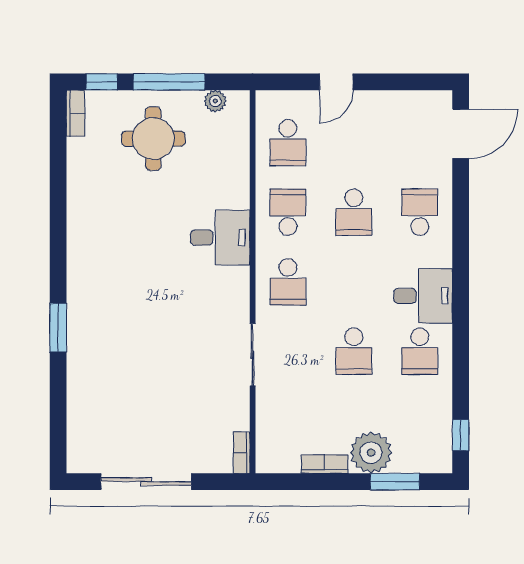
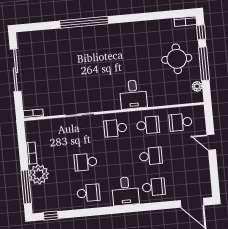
school desk: (354, 212) -> (151, 156), turned 180
desk: (423, 296) -> (125, 191), moved
window: (58, 328) -> (84, 22), width x2.11
school desk: (420, 351) -> (88, 193), turned 180
window: (395, 482) -> (26, 187), width x1.44

